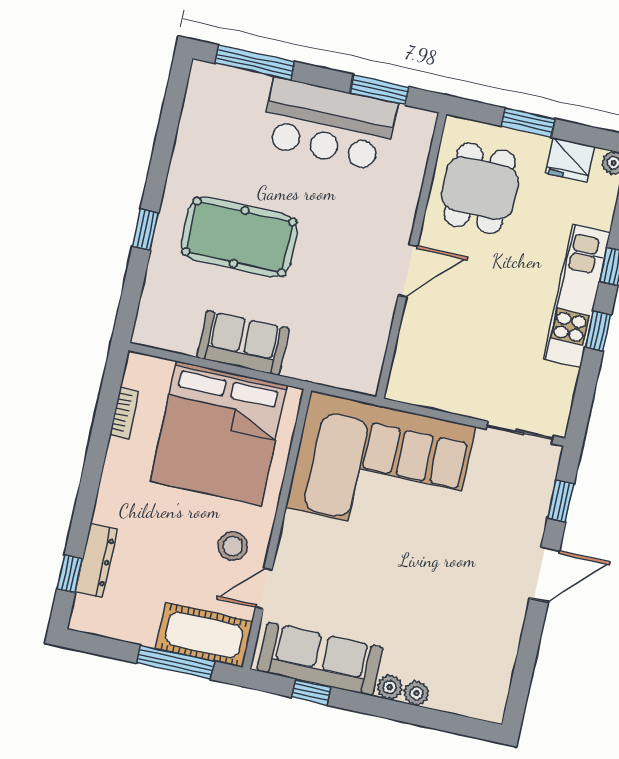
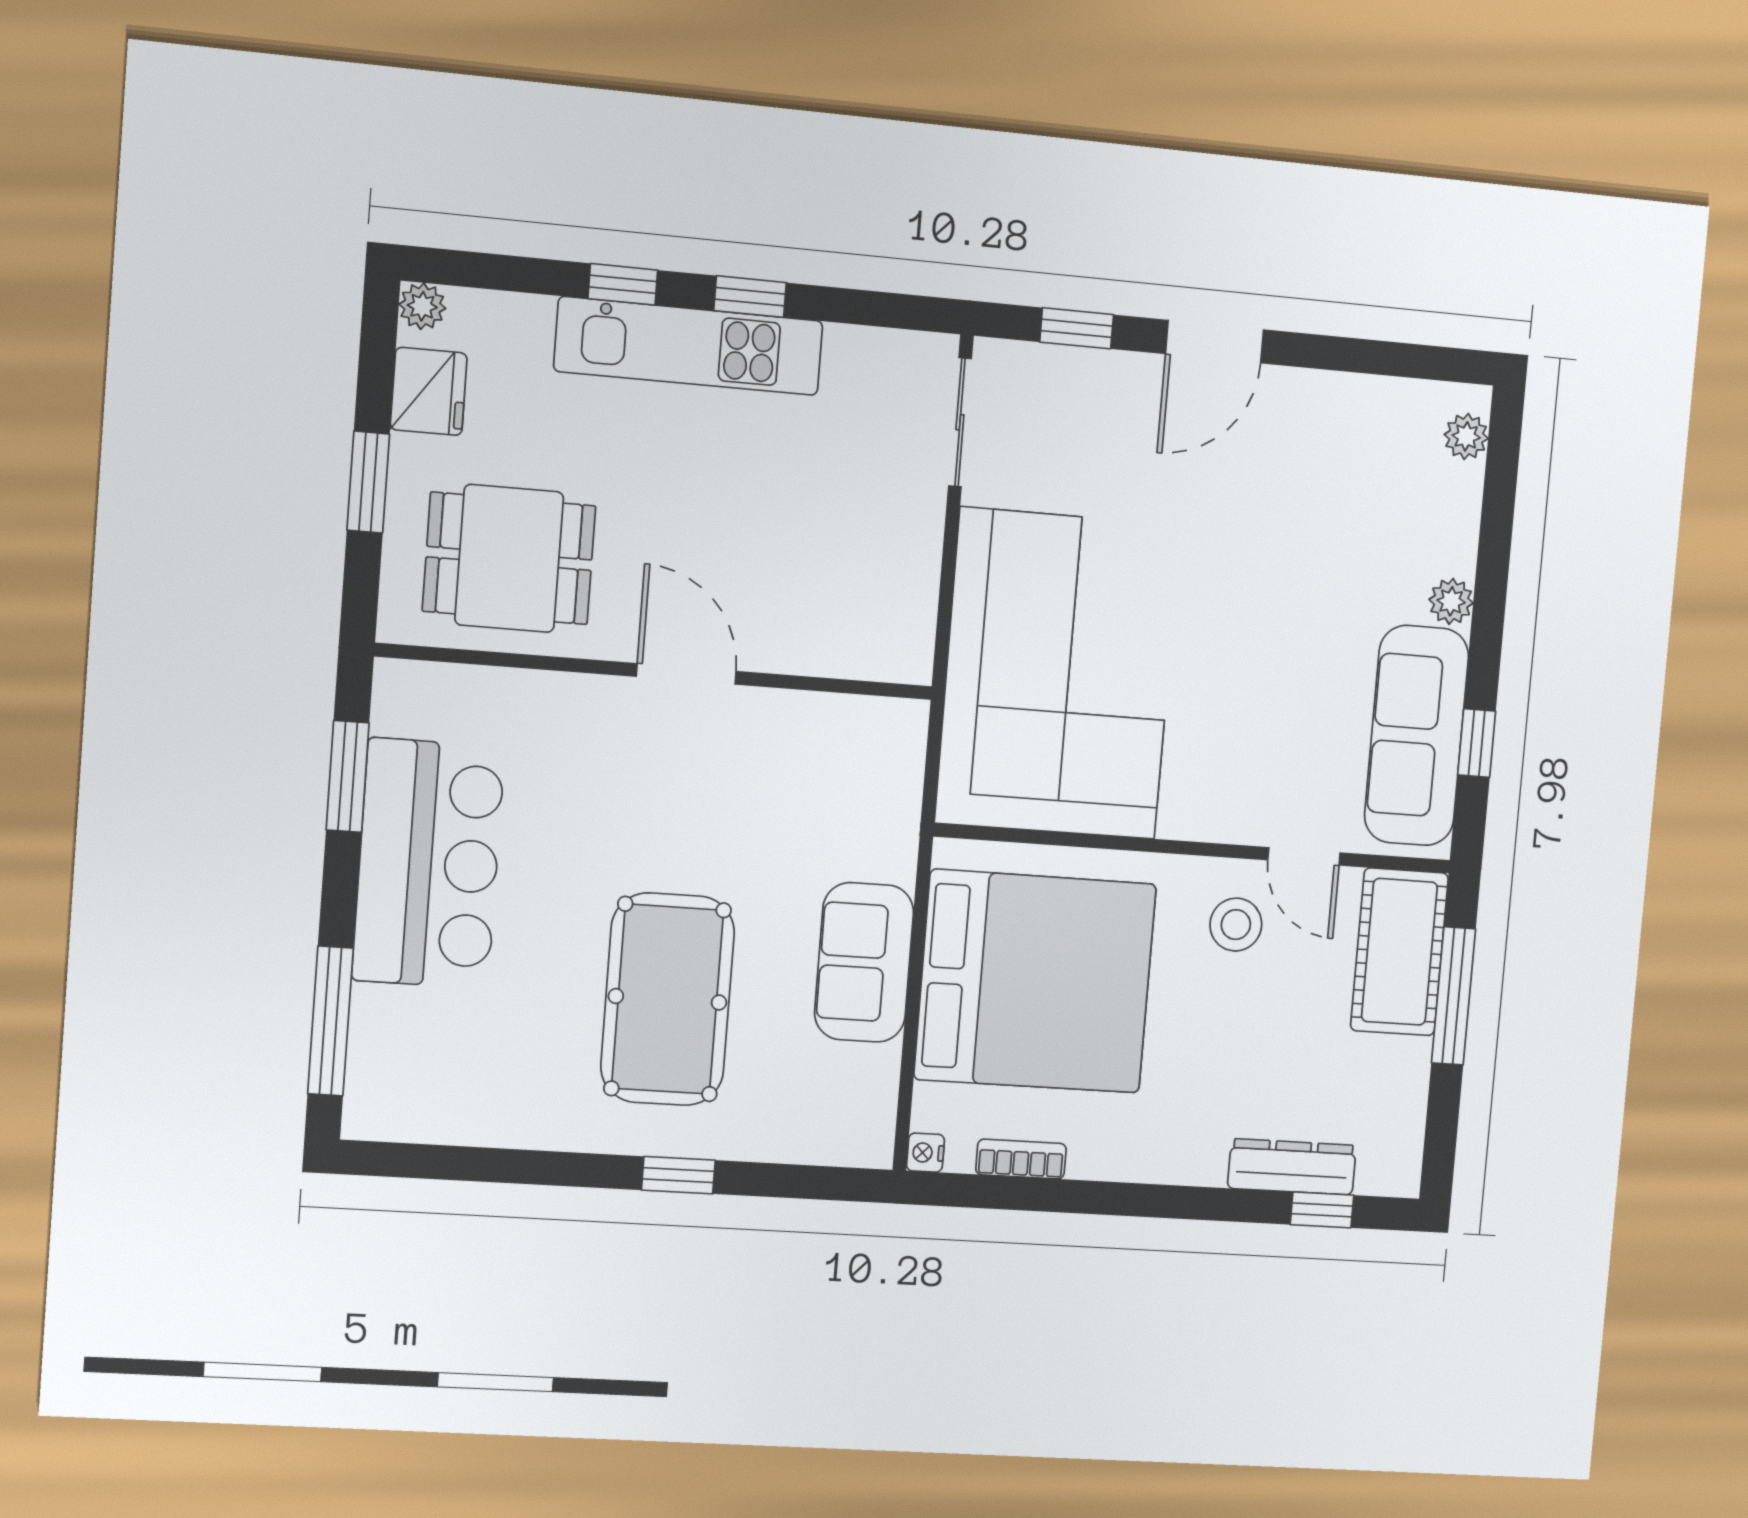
nightstand: (136, 362) -> (925, 1153), added
door: (545, 575) -> (1215, 342), swing flipped
plant: (417, 693) -> (1466, 436), moved

